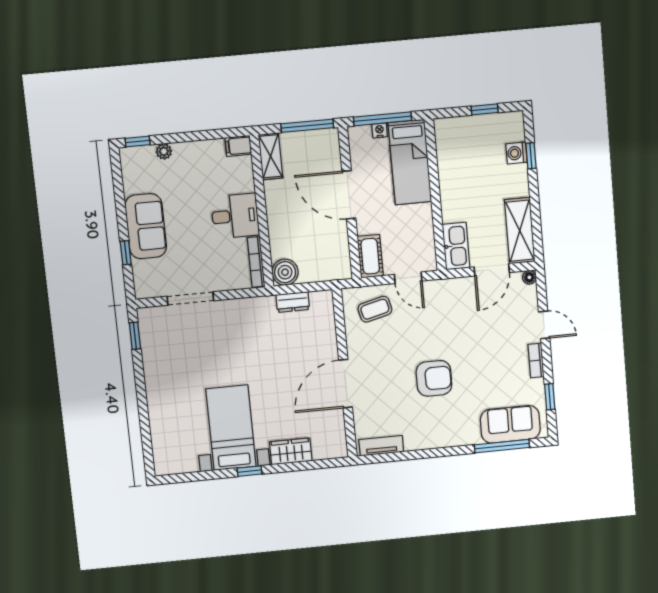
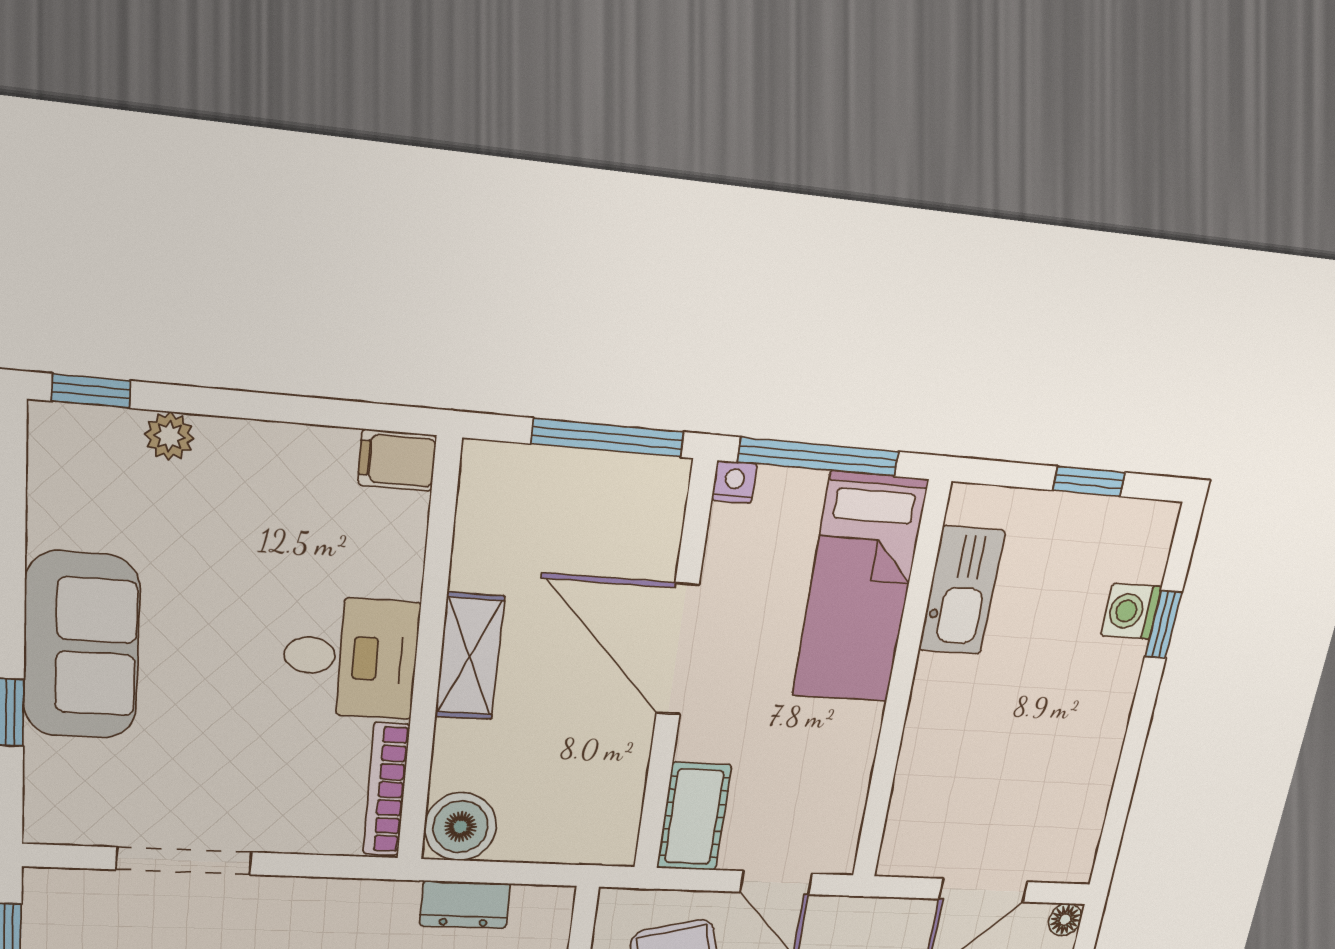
nightstand: (380, 130) -> (734, 482), moved
shelving: (271, 156) -> (470, 657), moved
shelving: (520, 231) -> (1078, 806), removed
kitchen sink: (456, 246) -> (962, 591), moved

